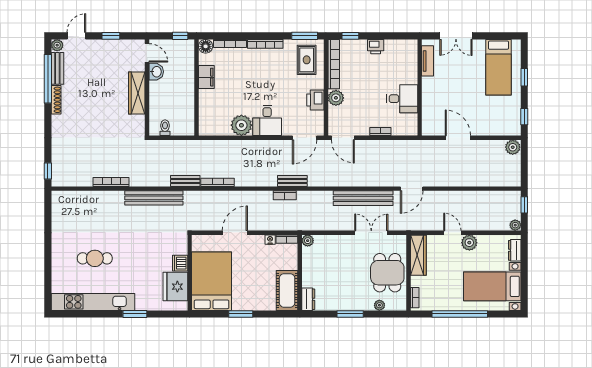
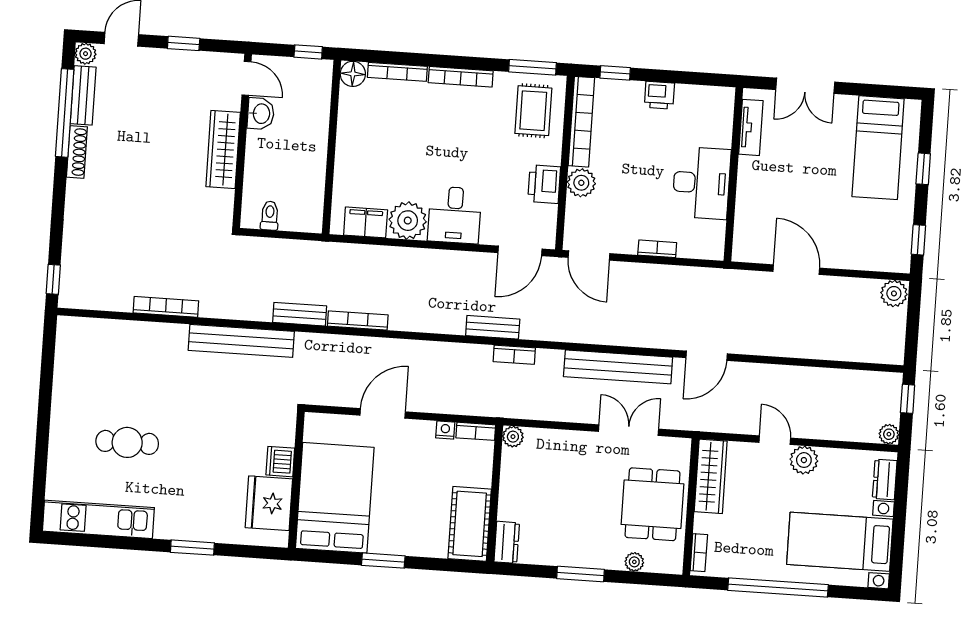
filing cabinet: (206, 77) -> (366, 222), moved, turned -90
desk: (402, 99) -> (701, 183), width x1.37
bookcase: (285, 195) -> (514, 355), moved
kitchen unit: (93, 302) -> (98, 519), width x0.73

